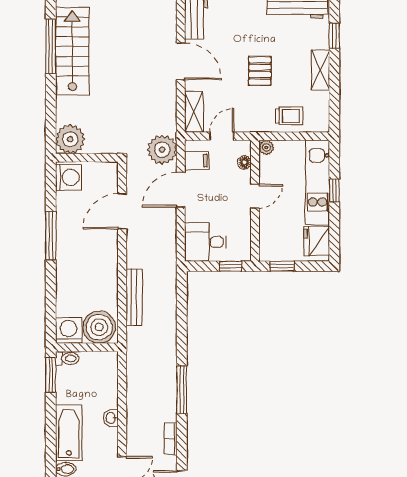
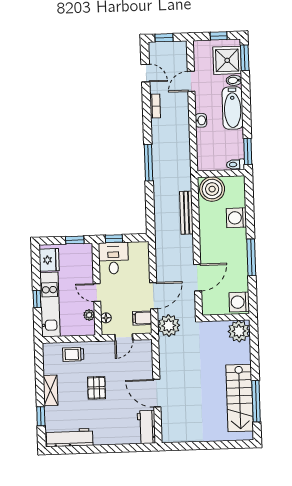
shelving: (194, 112) -> (146, 355), removed
plant: (266, 148) -> (89, 315), moved
door: (255, 196) -> (97, 292), hinge flipped
desk: (205, 242) -> (113, 258), moved, turned -90
washing machine: (69, 331) -> (236, 218), moved, turned 90
window: (182, 390) -> (148, 163), moved

